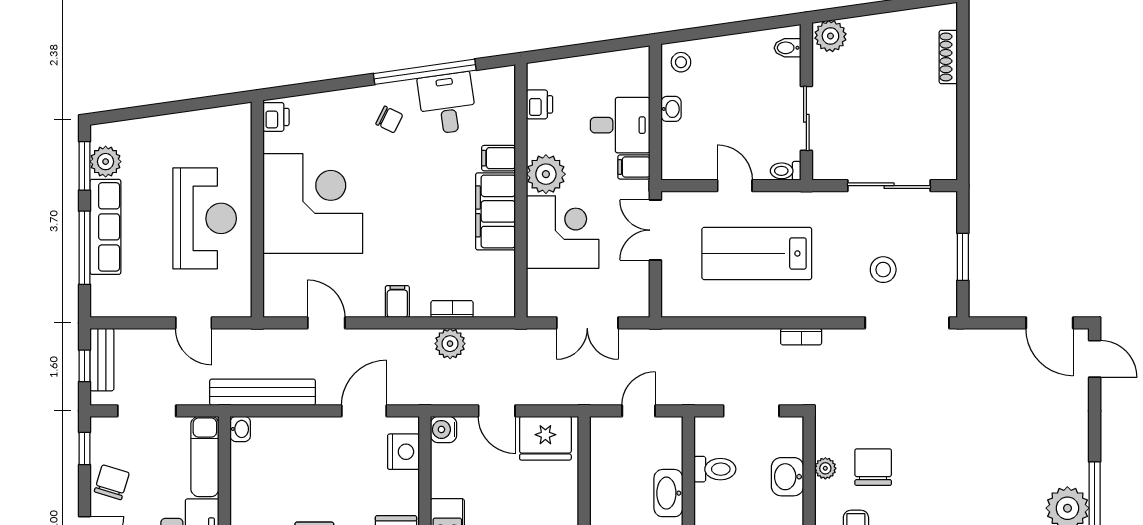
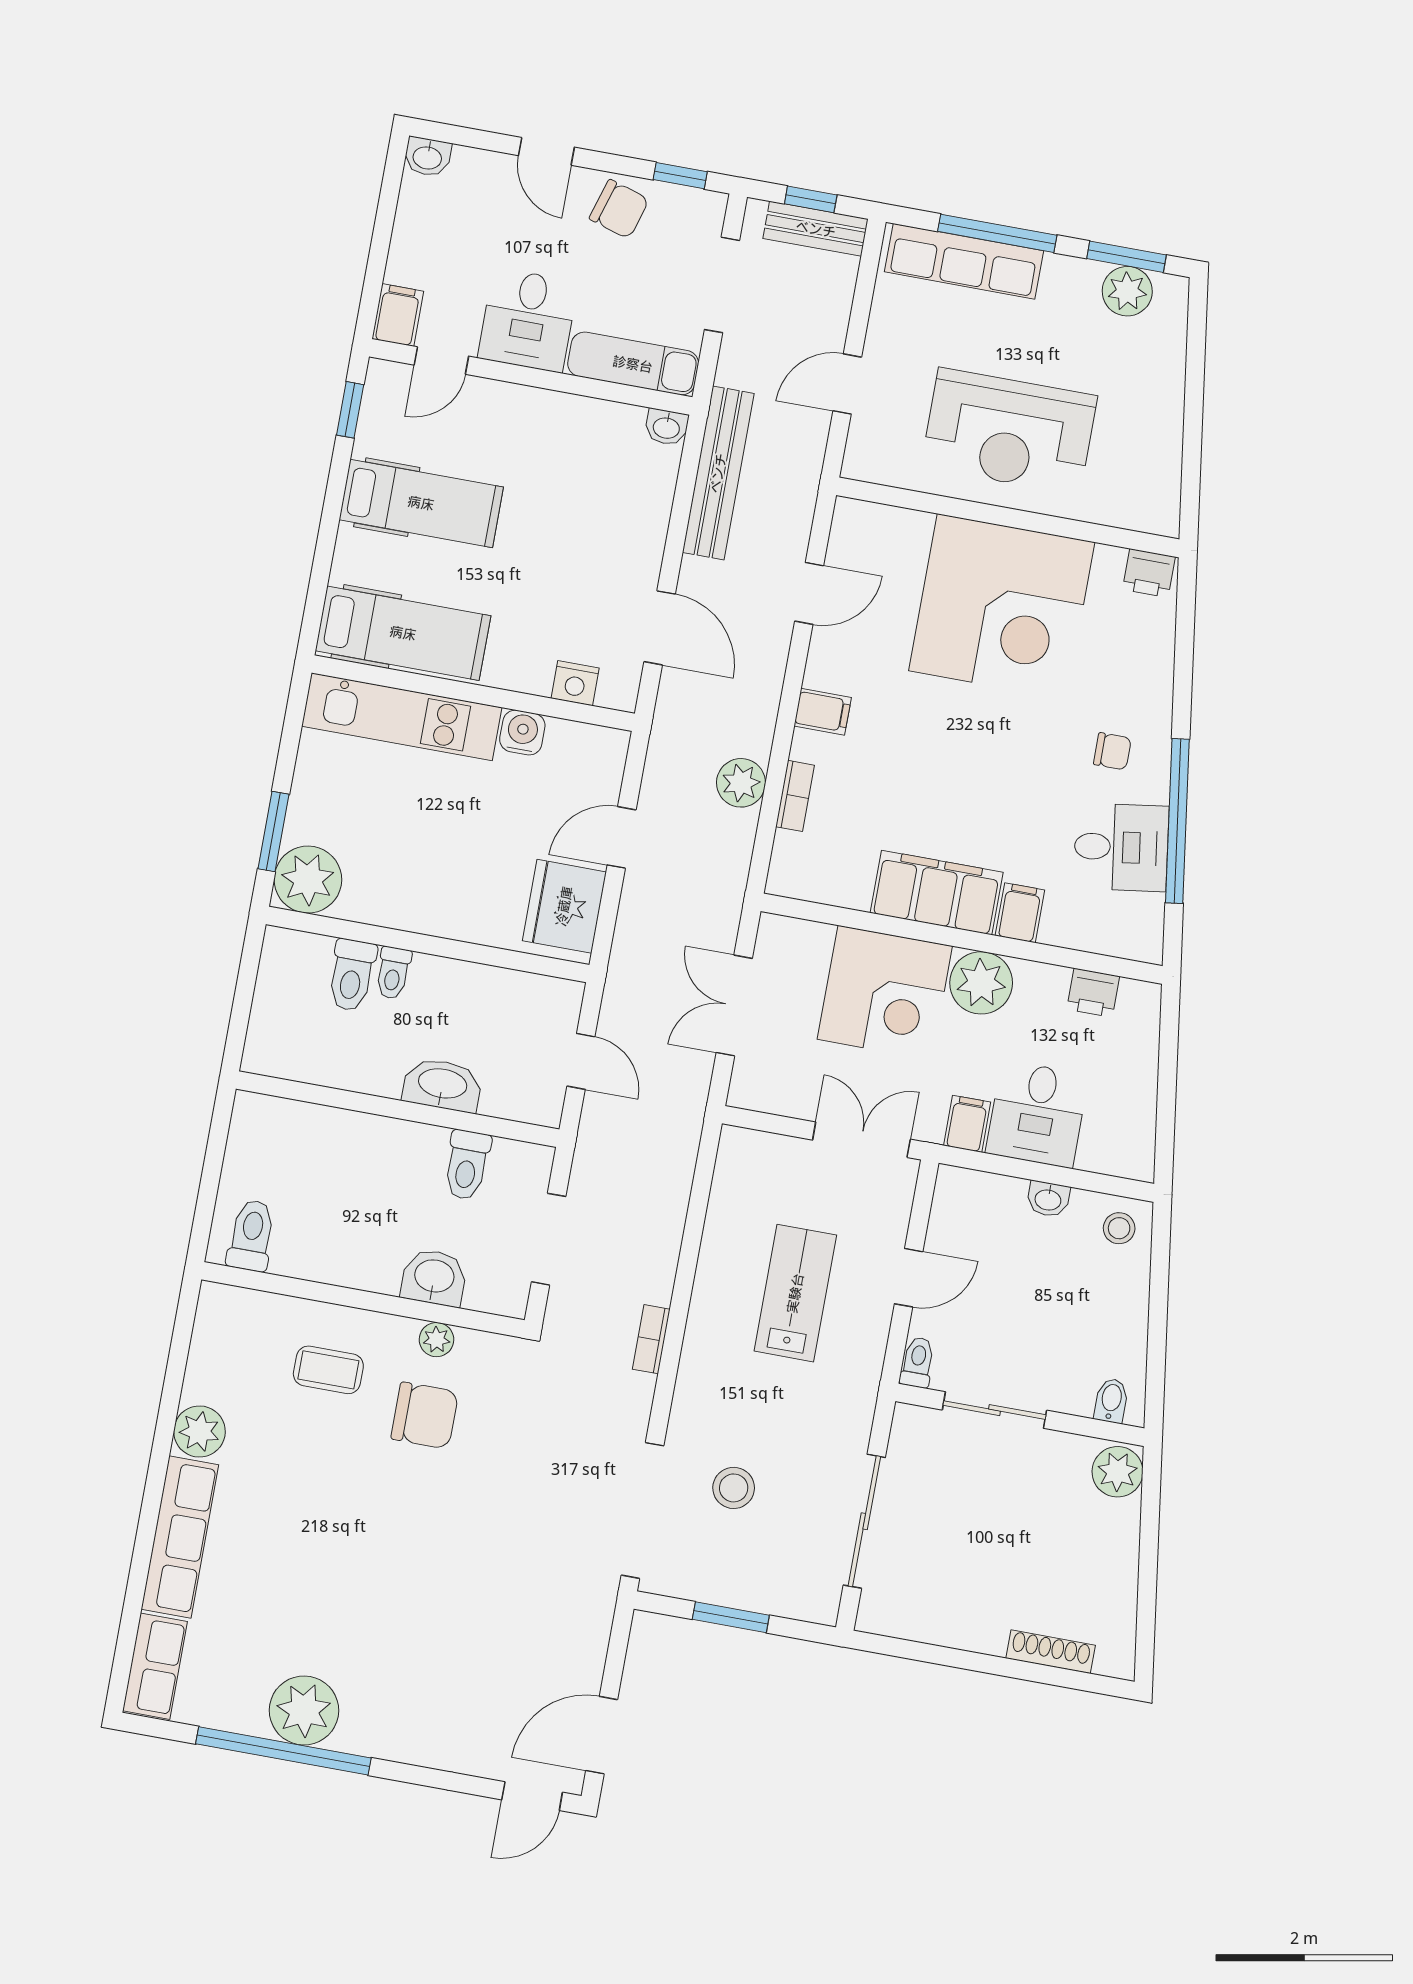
chair: (389, 119) -> (1112, 751), turned -116
row of seats: (105, 227) -> (964, 261), moved
lab bench: (757, 253) -> (795, 1293), width x0.73, depth x0.72
water cooler: (444, 429) -> (522, 733), moved
nightstand: (403, 452) -> (575, 683), width x0.74, depth x0.75

